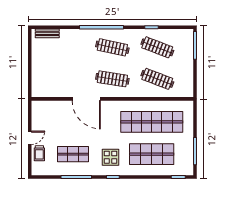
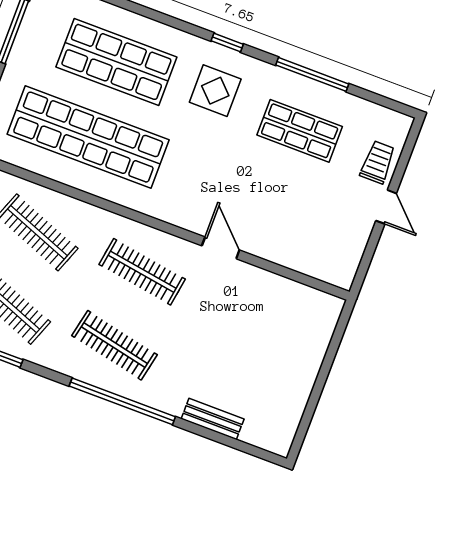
bench: (47, 33) -> (213, 419), moved
door: (86, 99) -> (221, 248), width x0.53
door: (30, 138) -> (386, 207), swing flipped

